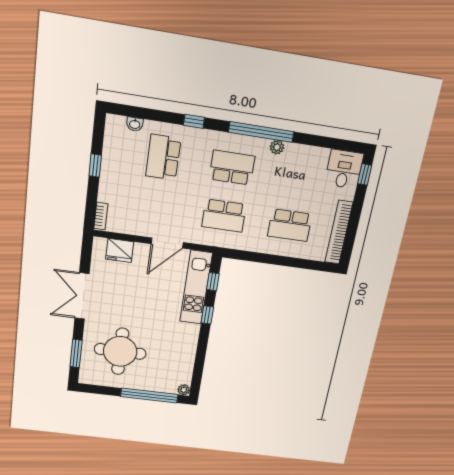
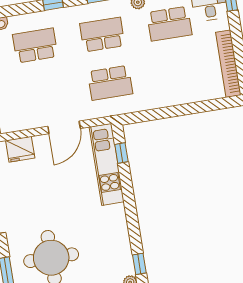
school desk: (163, 157) -> (35, 45), turned 90
school desk: (290, 225) -> (169, 24), moved
window: (207, 315) -> (139, 264), moved

